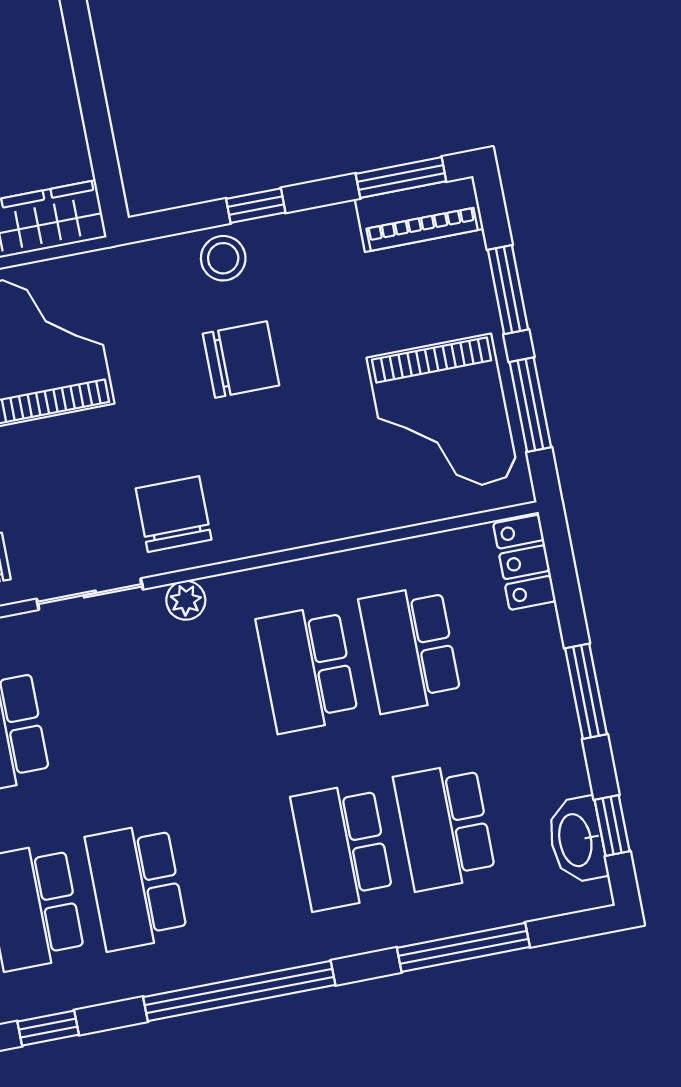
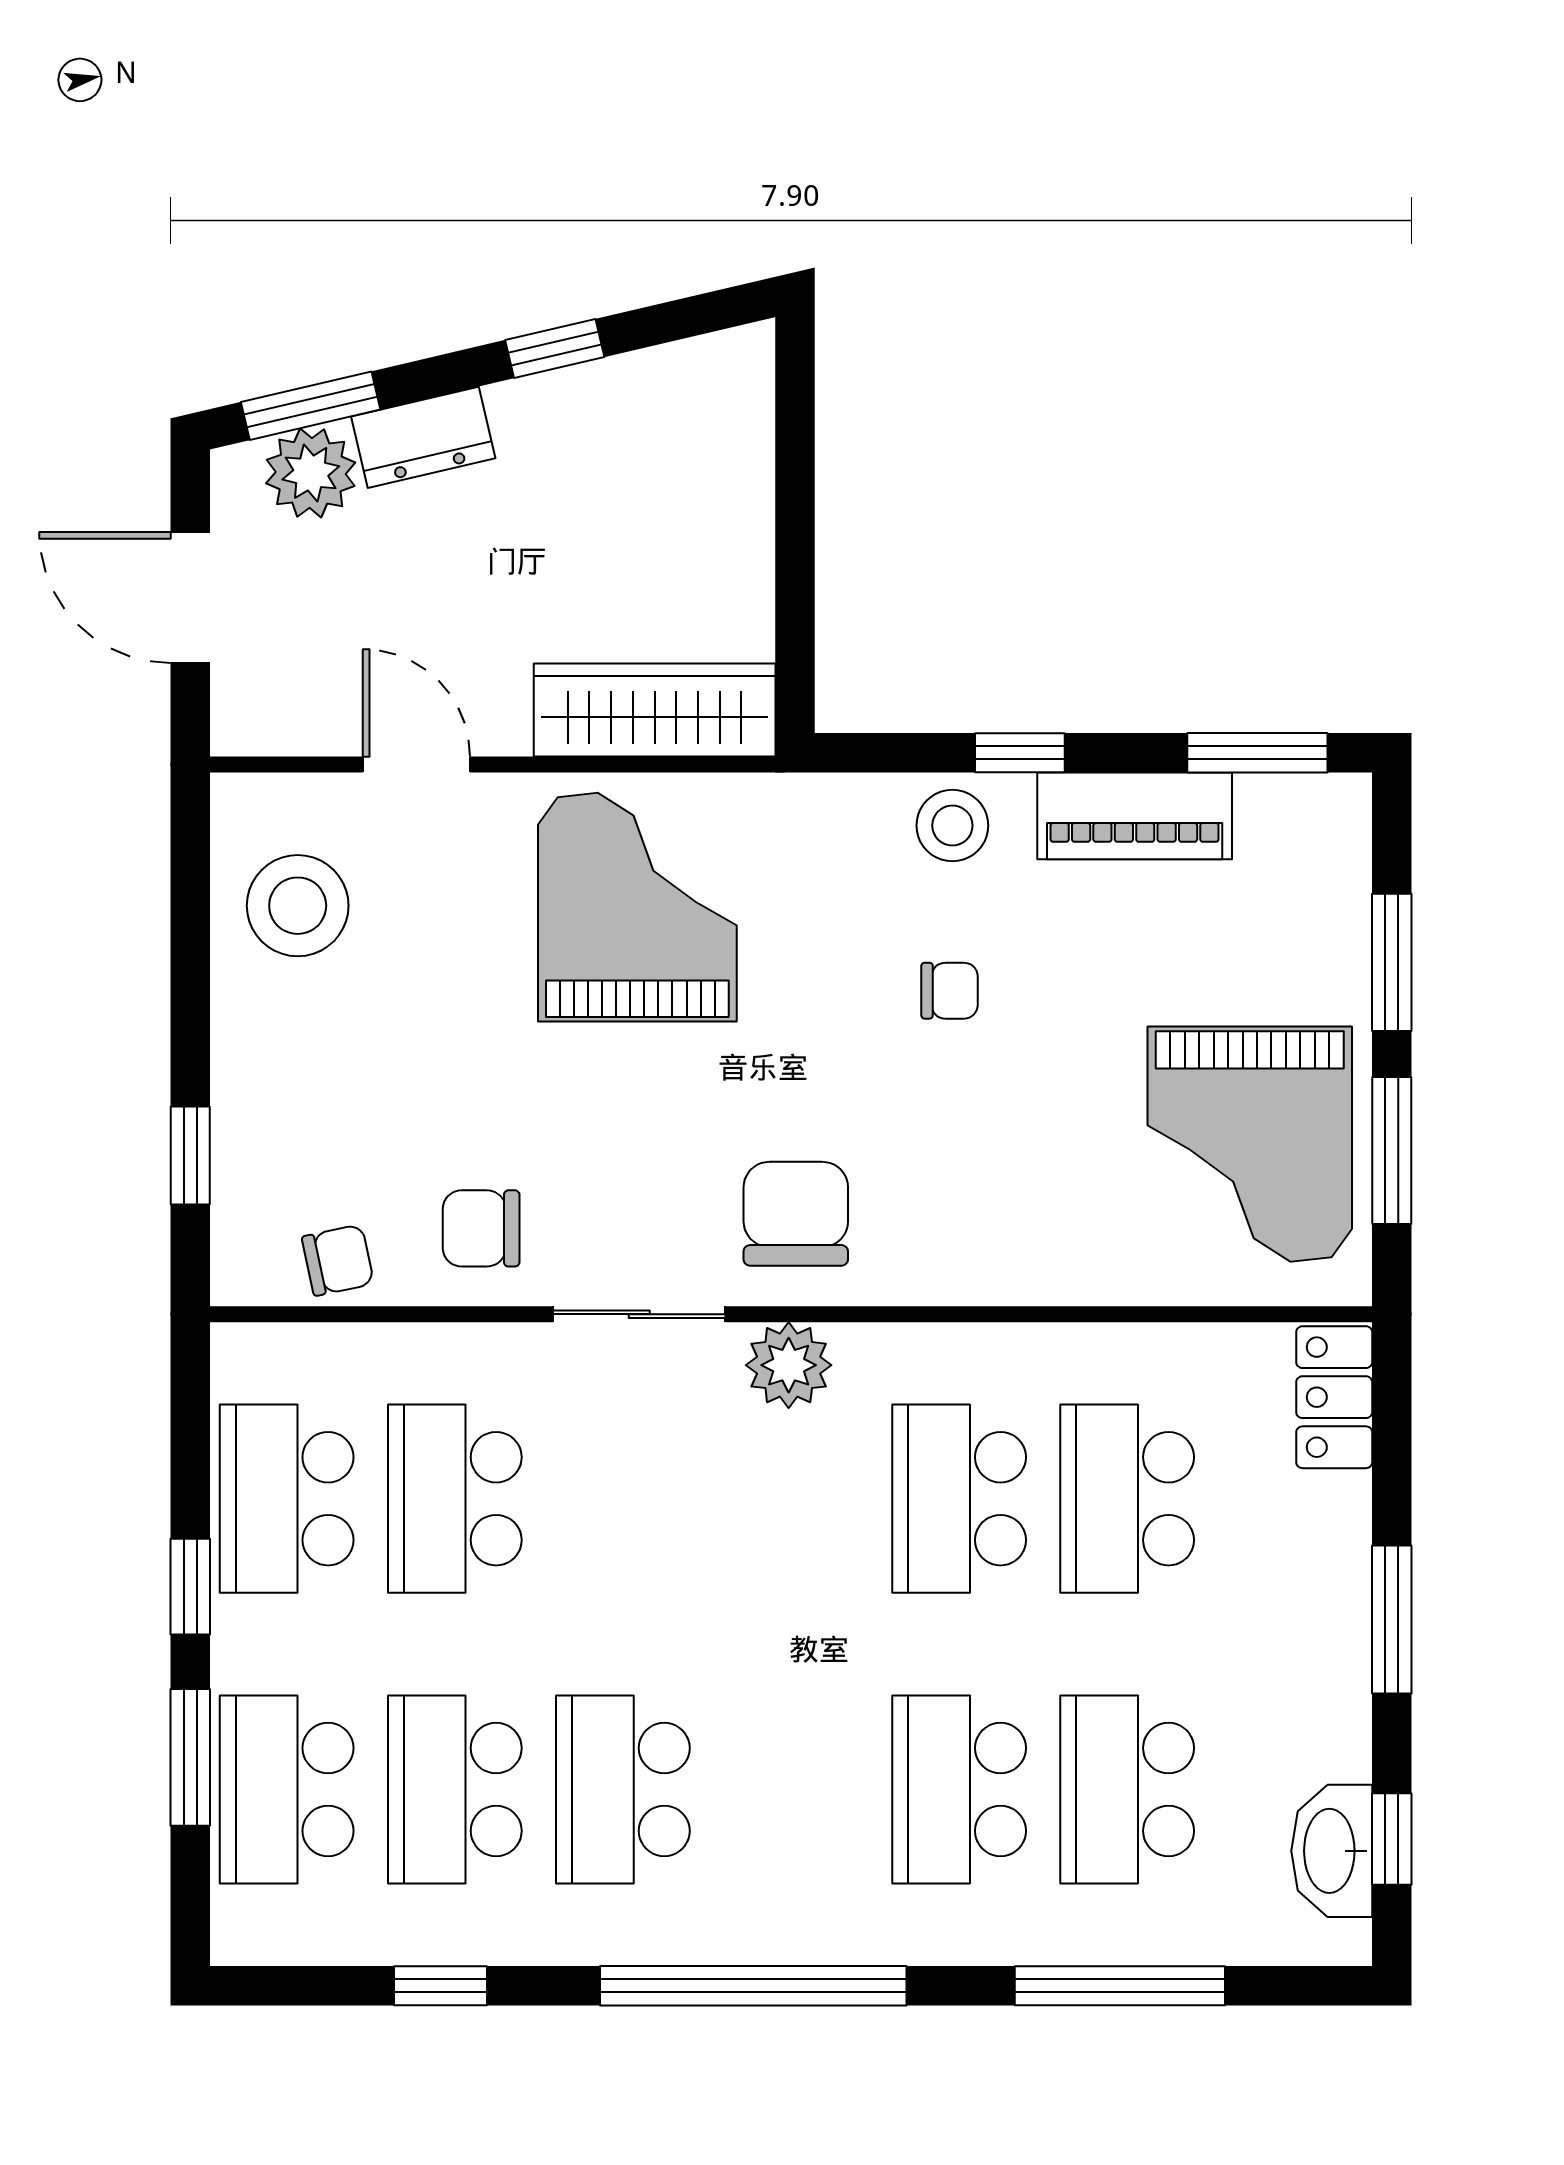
piano: (419, 214) -> (1135, 816), moved
chair: (241, 360) -> (950, 991), width x0.54, depth x0.54
plant: (186, 600) -> (789, 1365), width x1.38, depth x1.38

